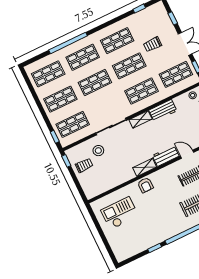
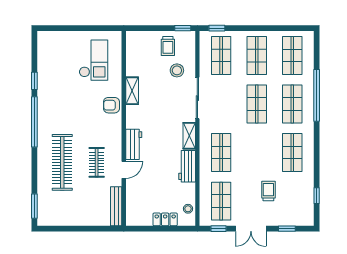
shop shelf: (129, 66) -> (257, 153), removed
shelving: (145, 167) -> (132, 91), moved

